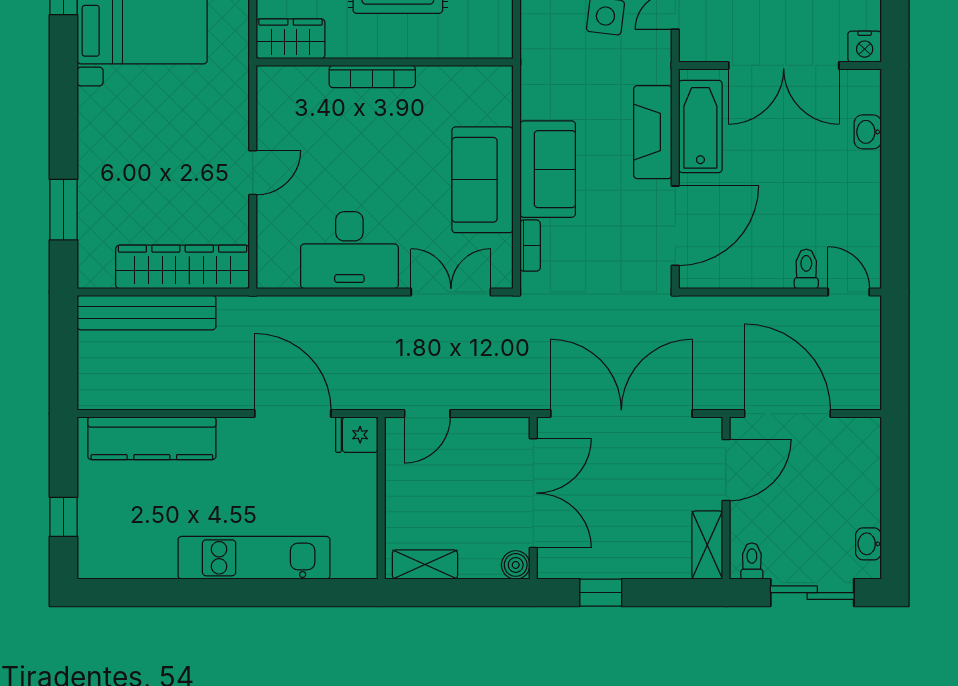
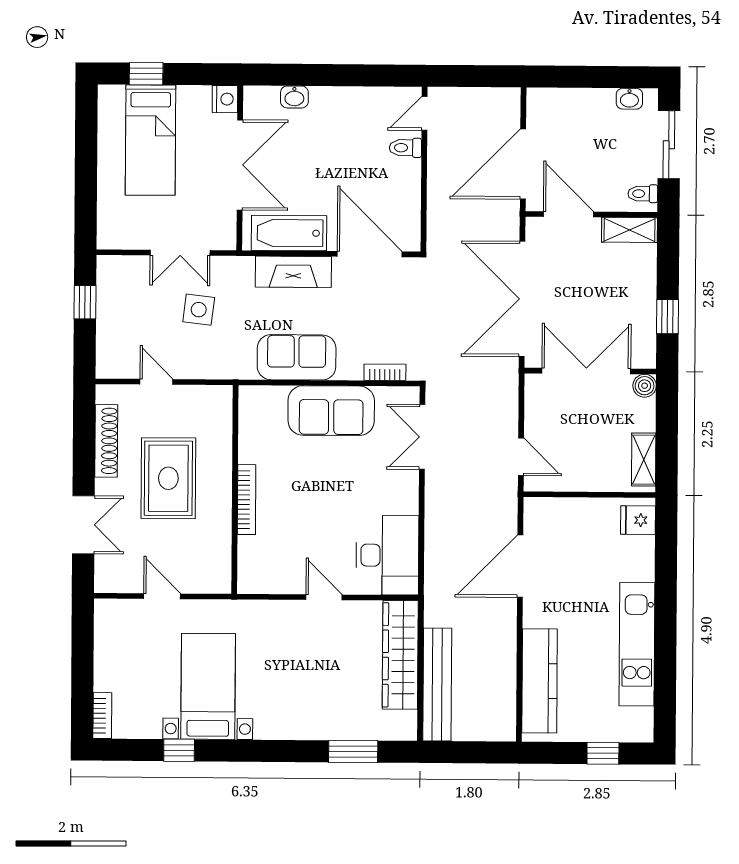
wardrobe: (291, 39) -> (215, 566), removed
sofa: (548, 169) -> (297, 357), moved
desk: (349, 250) -> (387, 555), moved
fridge: (357, 435) -> (638, 520), moved, turned 90
kitchen unit: (254, 558) -> (637, 644), moved

